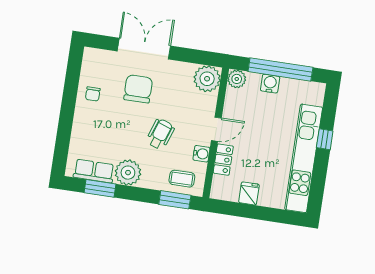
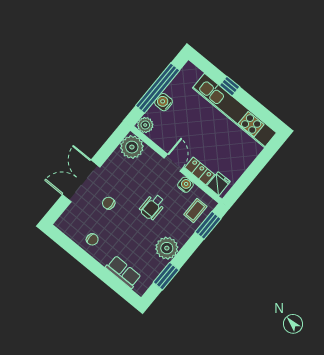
chair: (138, 89) -> (109, 203), width x0.54, depth x0.54
wheelchair: (160, 134) -> (152, 207), turned -109
row of seats: (94, 171) -> (123, 272), moved, turned 90
fridge: (249, 193) -> (219, 184), moved, turned 90

